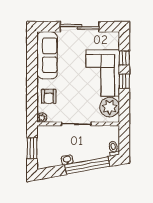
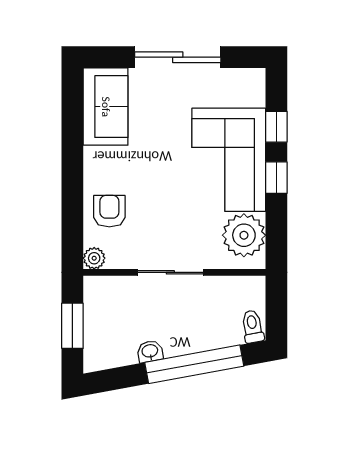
sofa: (47, 55) -> (106, 107), width x0.73
armchair: (49, 96) -> (109, 211), turned 180

